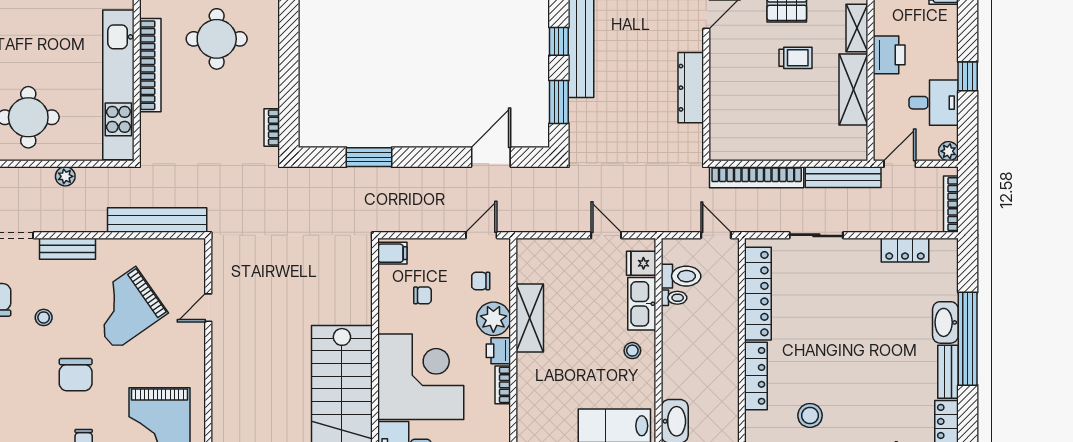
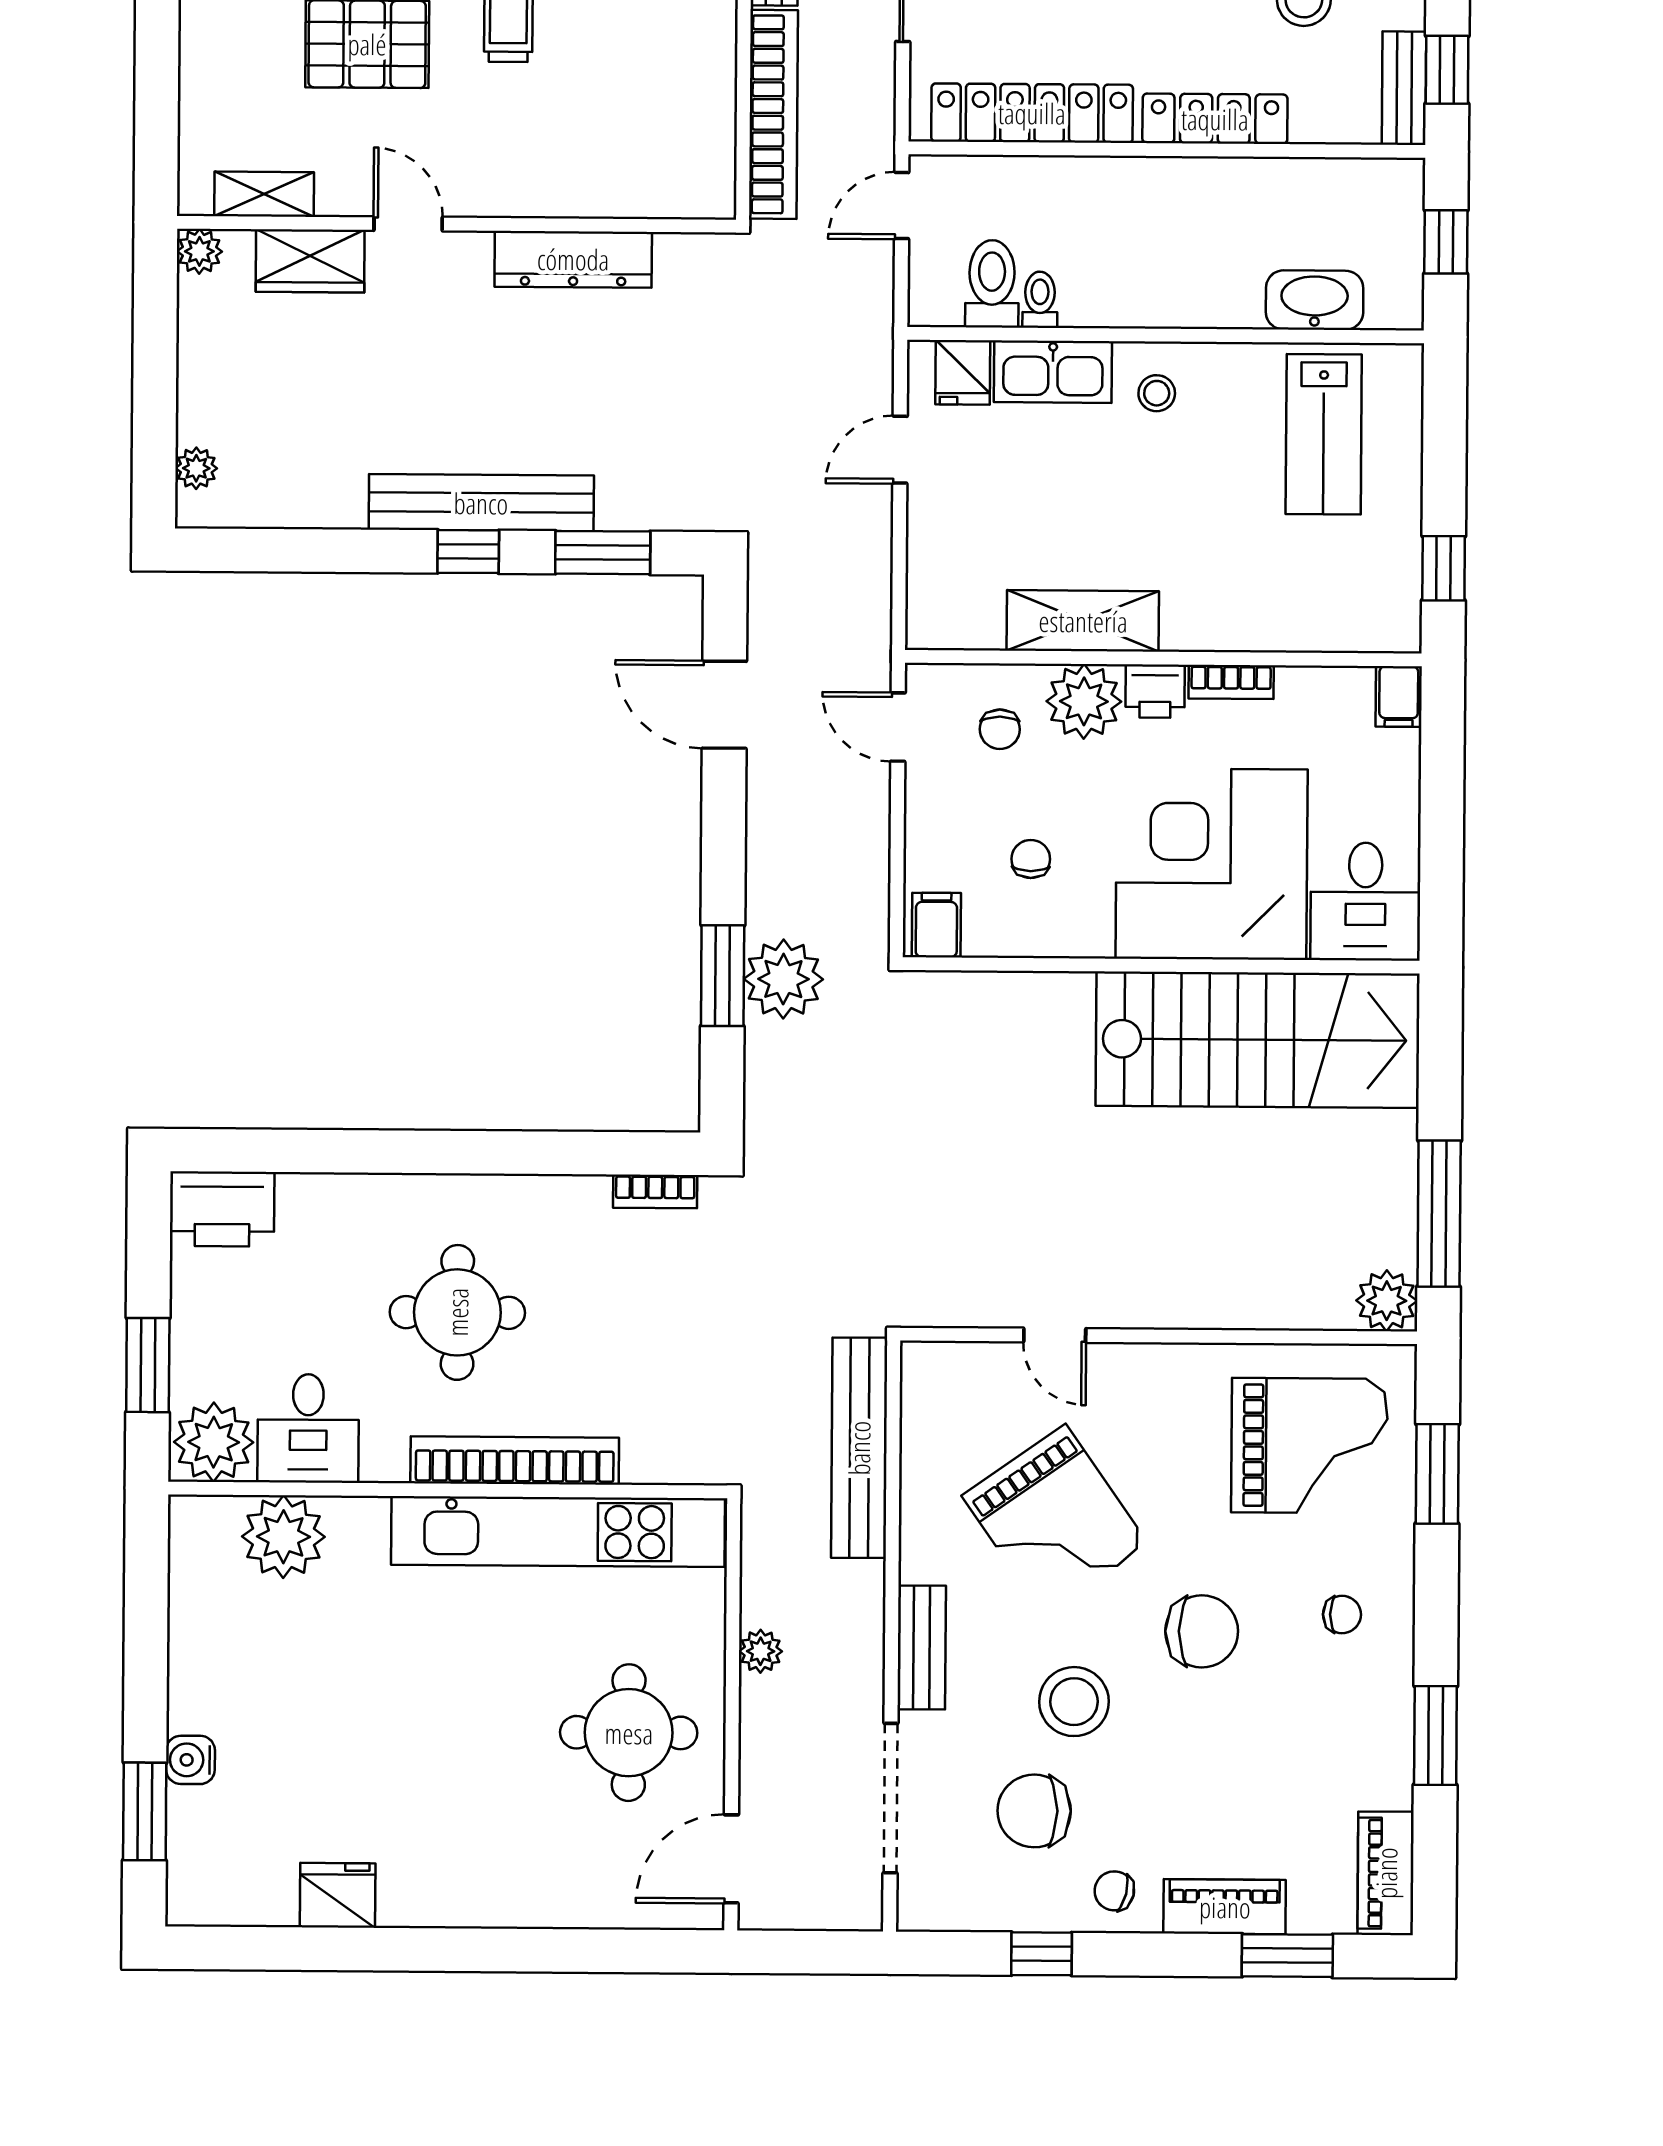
plant: (368, 185) -> (783, 979), added
stool: (44, 317) -> (1074, 1702), width x1.89, depth x1.89

